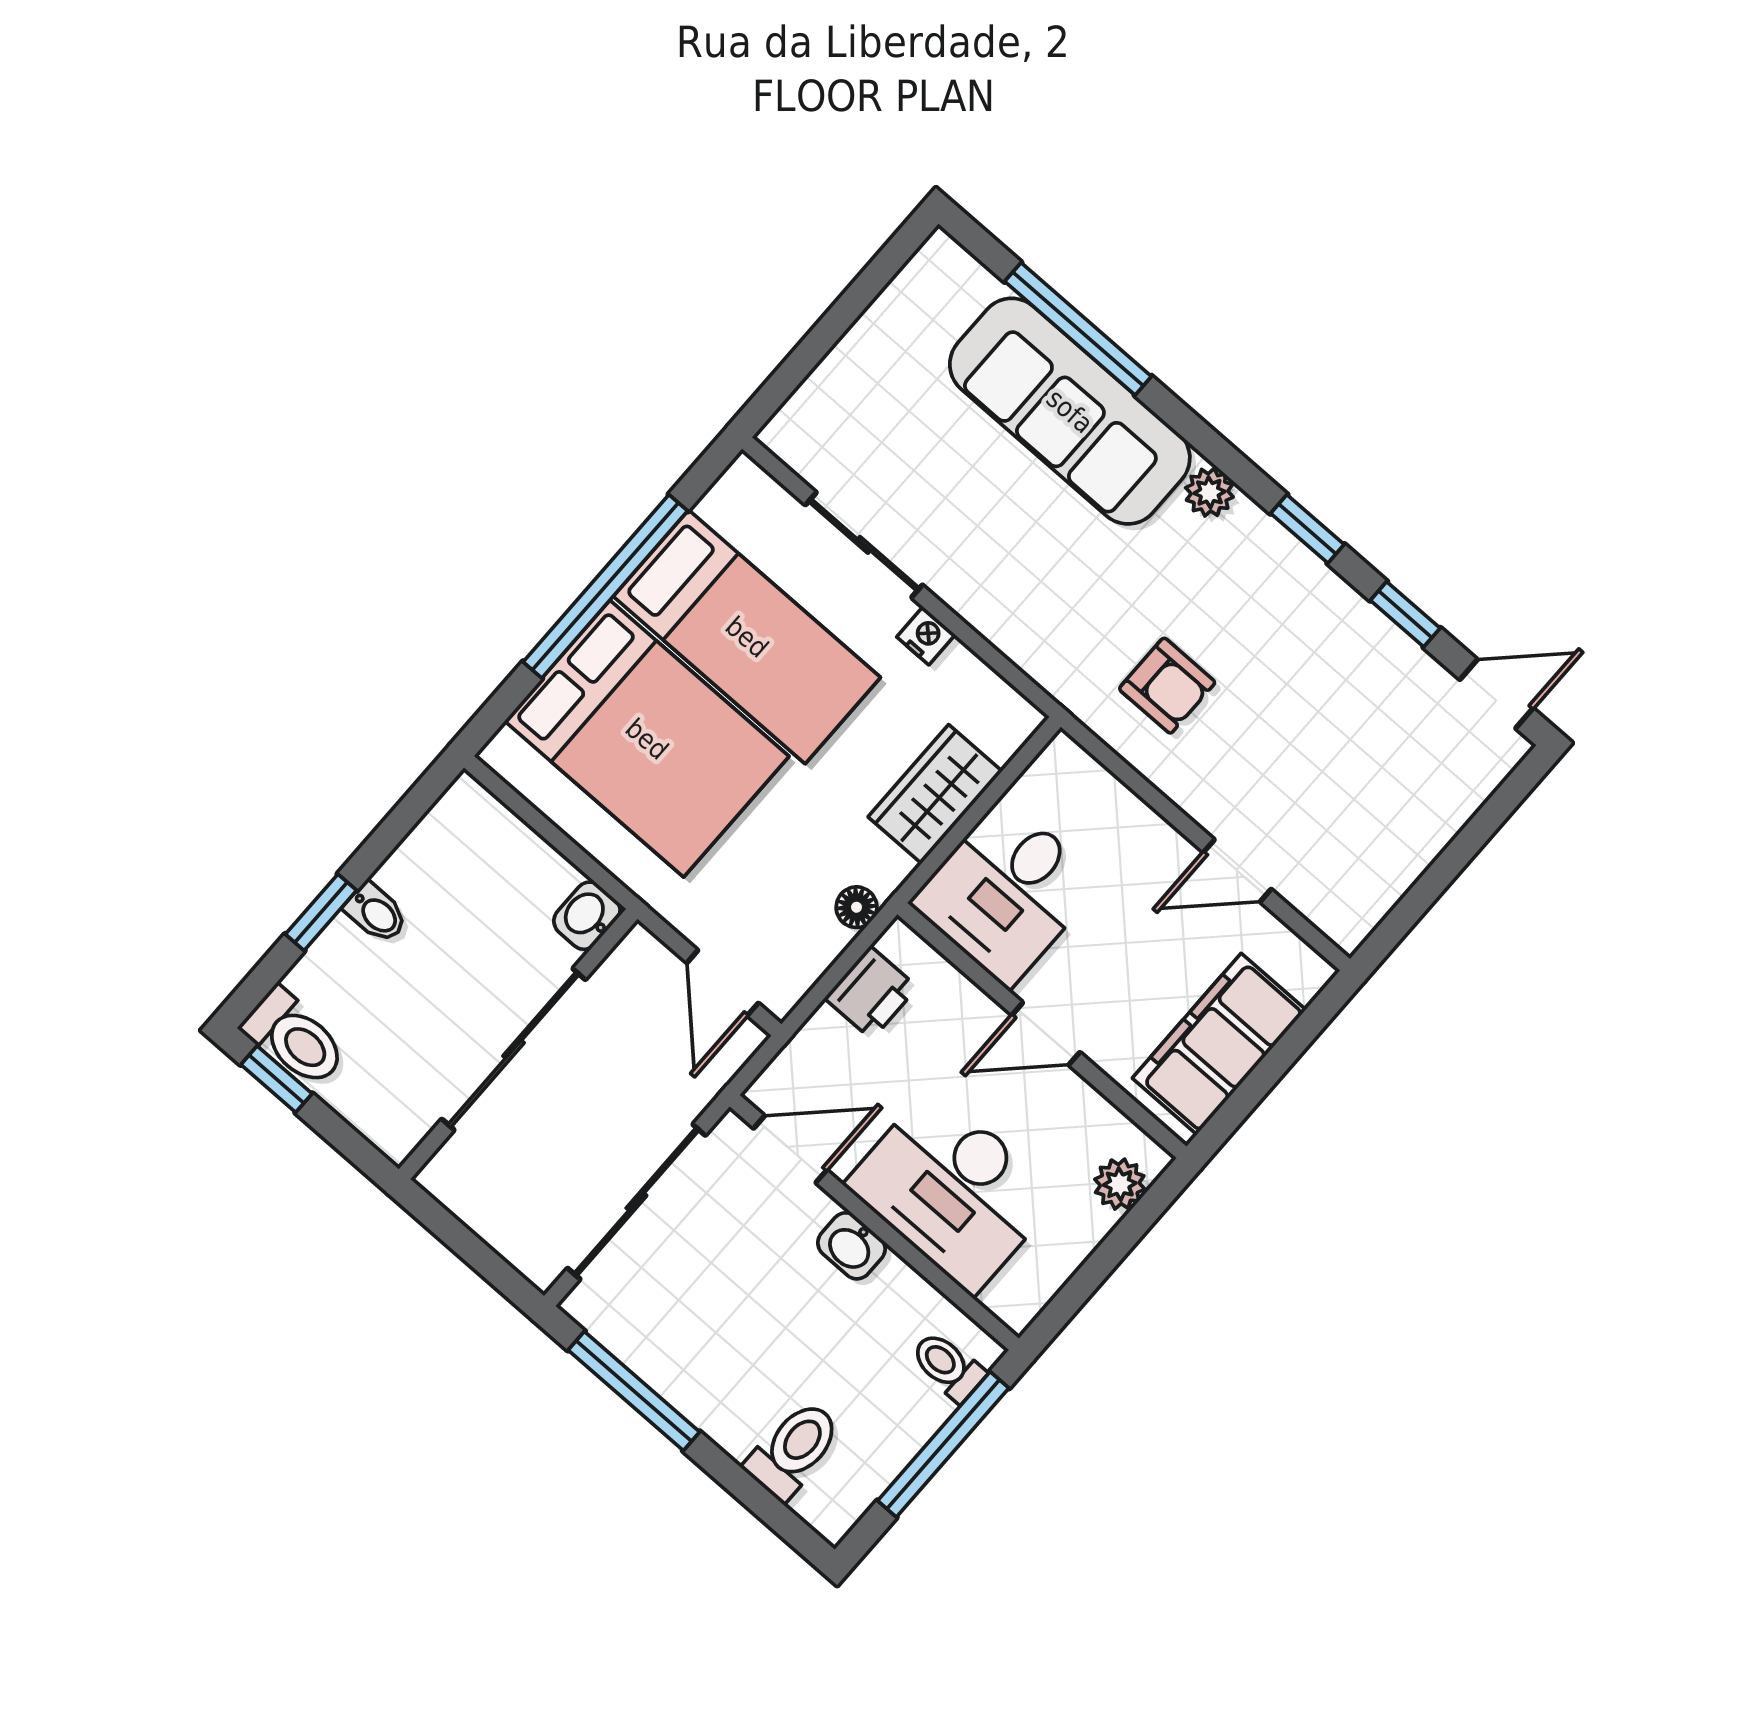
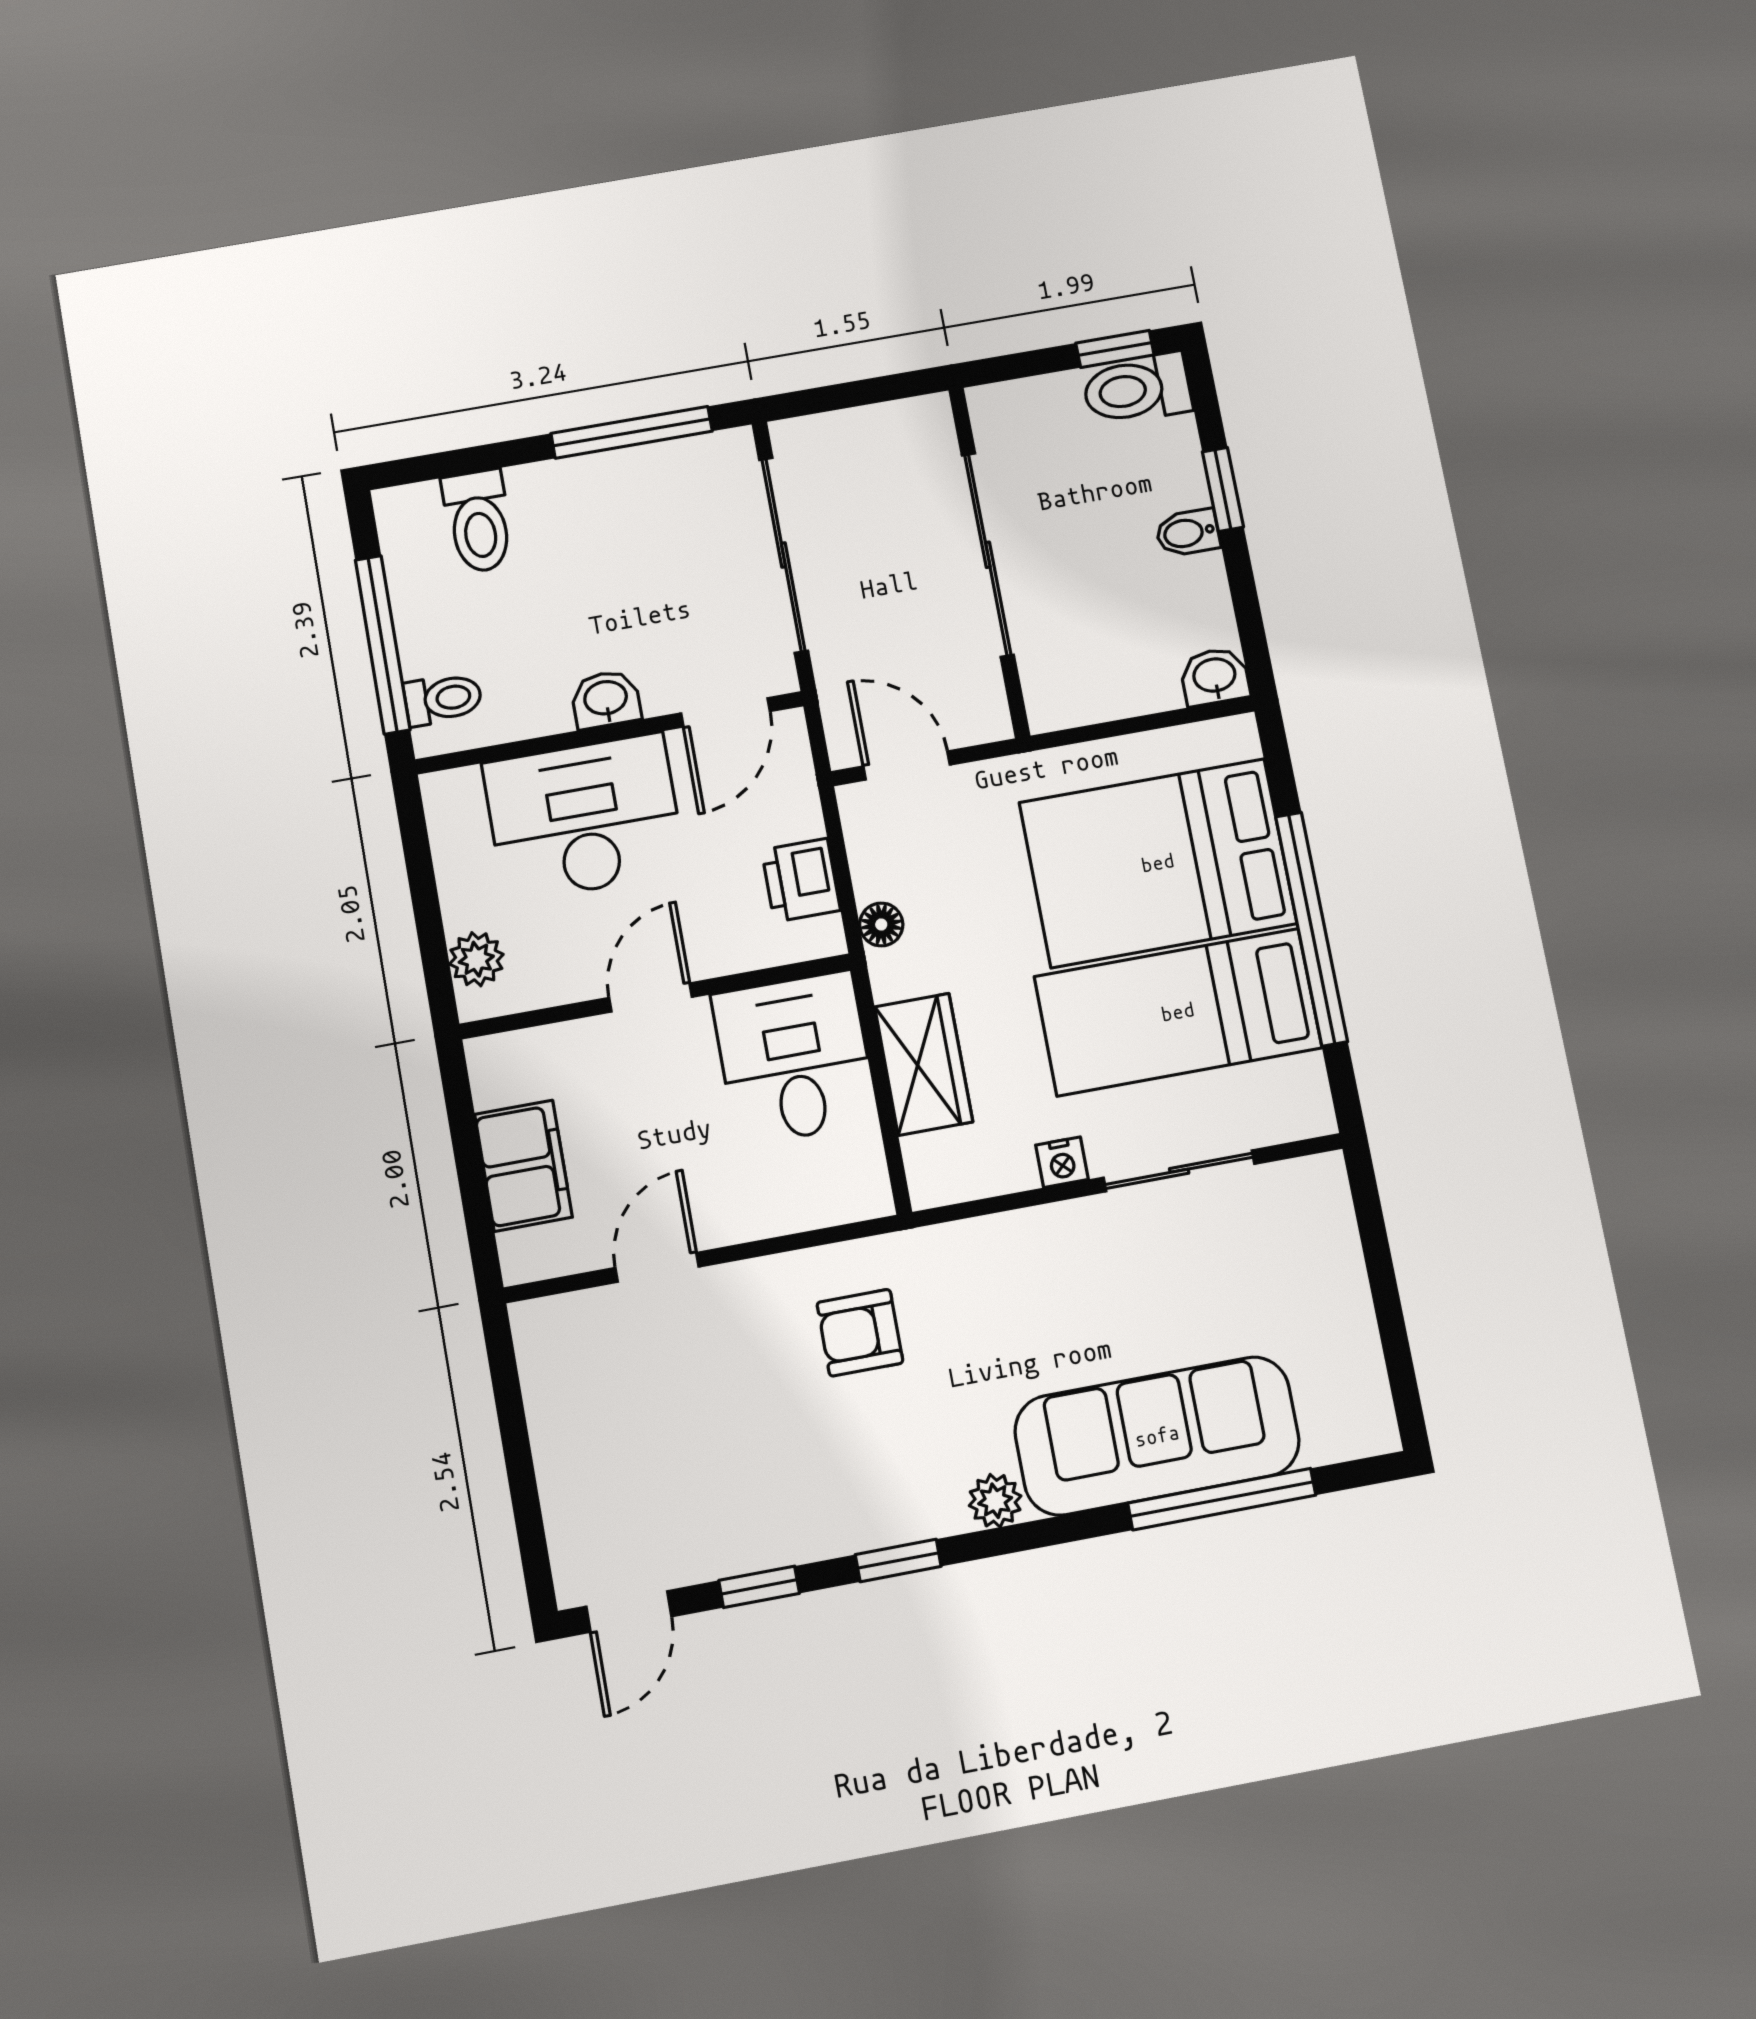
washbasin: (587, 916) -> (1215, 677), moved, turned -90
filing cabinet: (1219, 1044) -> (523, 1166), width x0.67, depth x0.86

